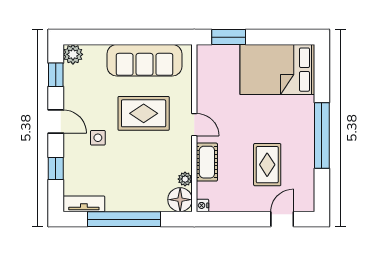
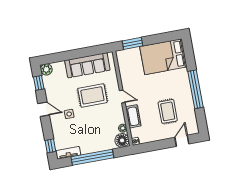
window: (56, 168) -> (50, 146), moved

